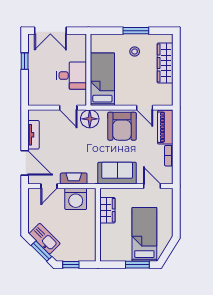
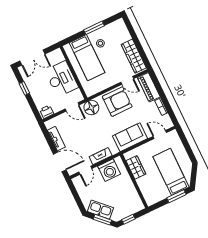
wardrobe: (165, 63) -> (134, 56), moved
desk: (72, 76) -> (62, 79), width x1.37
bed: (102, 79) -> (87, 58), moved, turned 180
printer: (37, 99) -> (47, 112), added
armchair: (122, 126) -> (117, 102), turned -90

